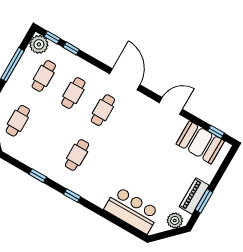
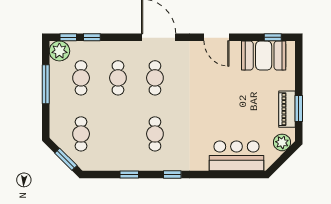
door: (171, 106) -> (216, 37), swing flipped

